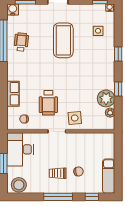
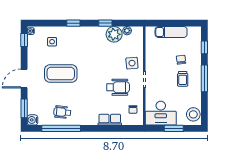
exam couch: (109, 176) -> (171, 32), moved

